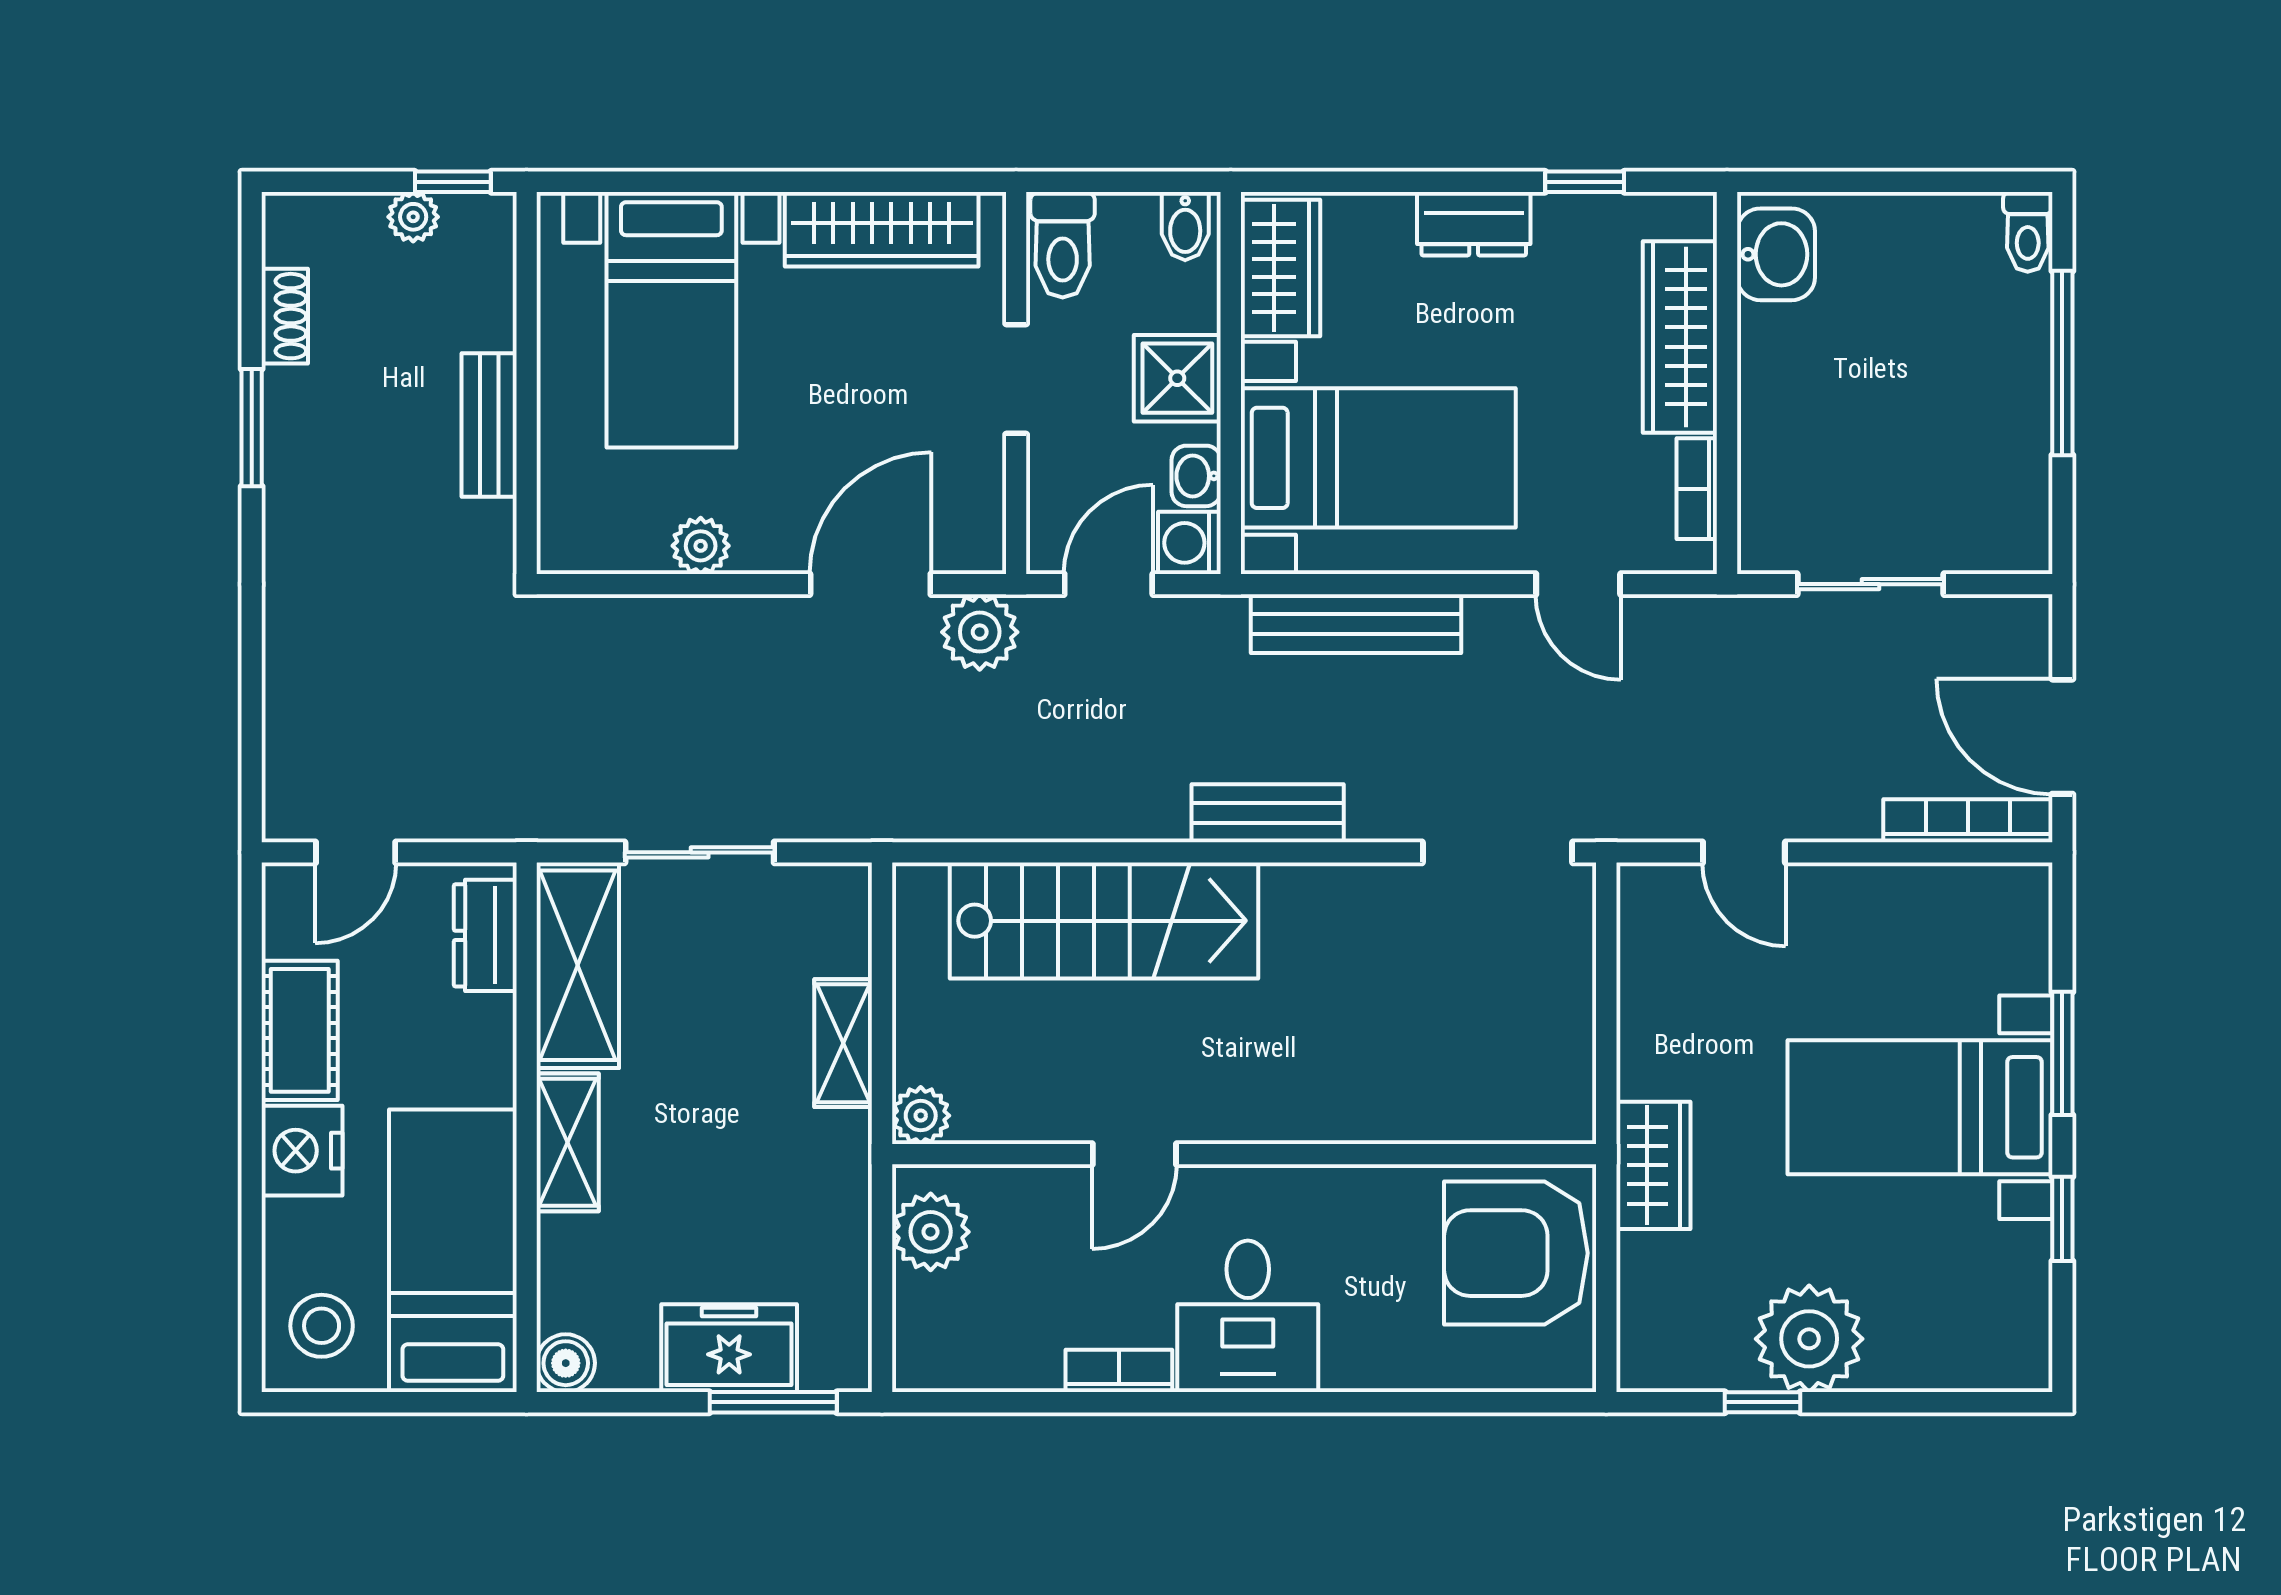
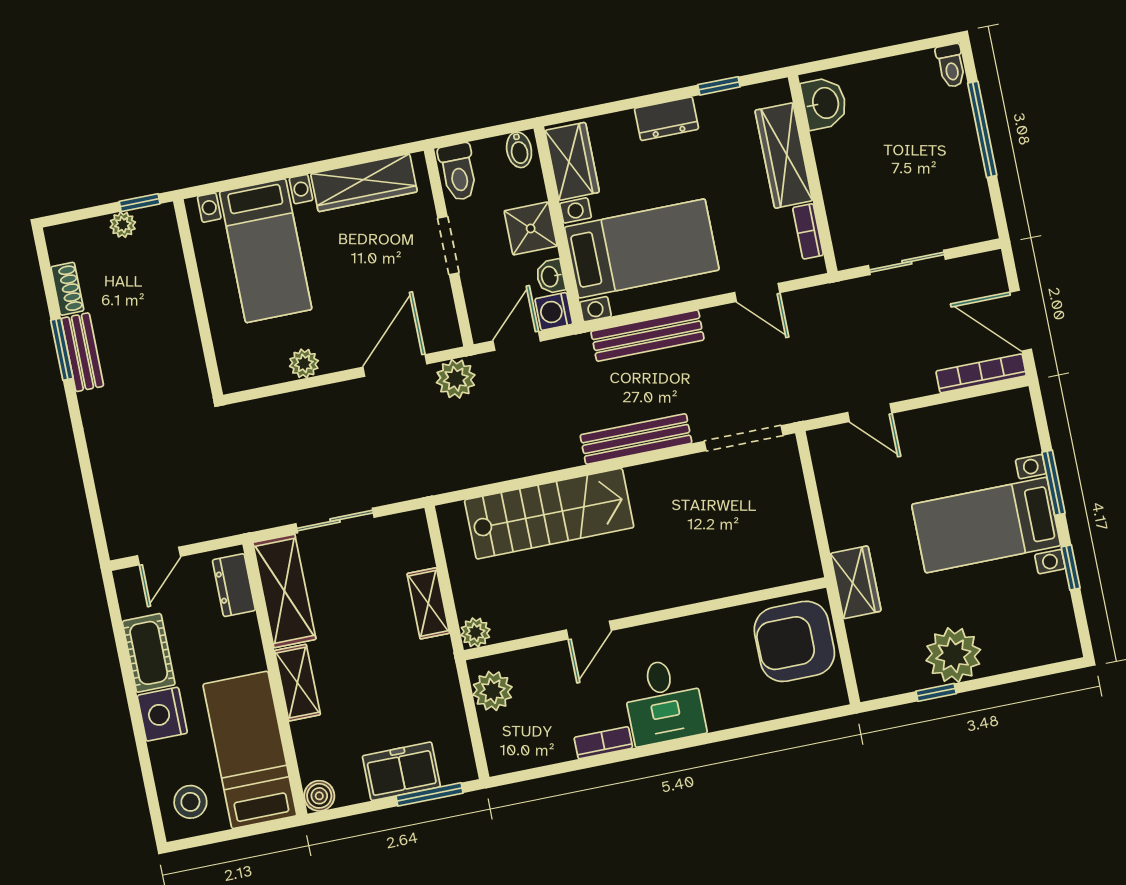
bench: (489, 425) -> (82, 352), moved
bench: (1268, 813) -> (636, 439), width x1.36

